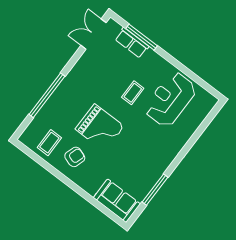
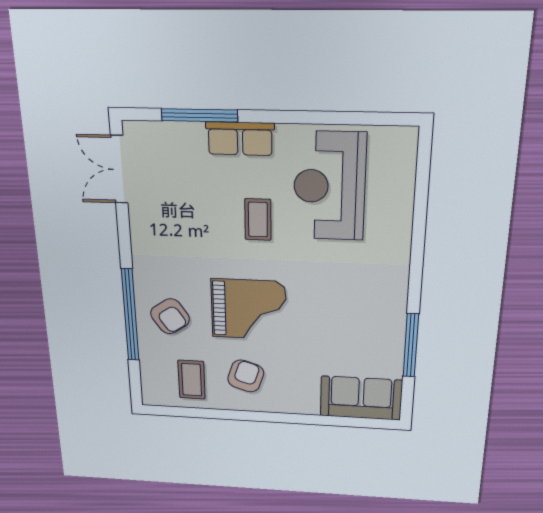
row of seats: (132, 43) -> (240, 139), moved
armchair: (64, 108) -> (170, 316), added

